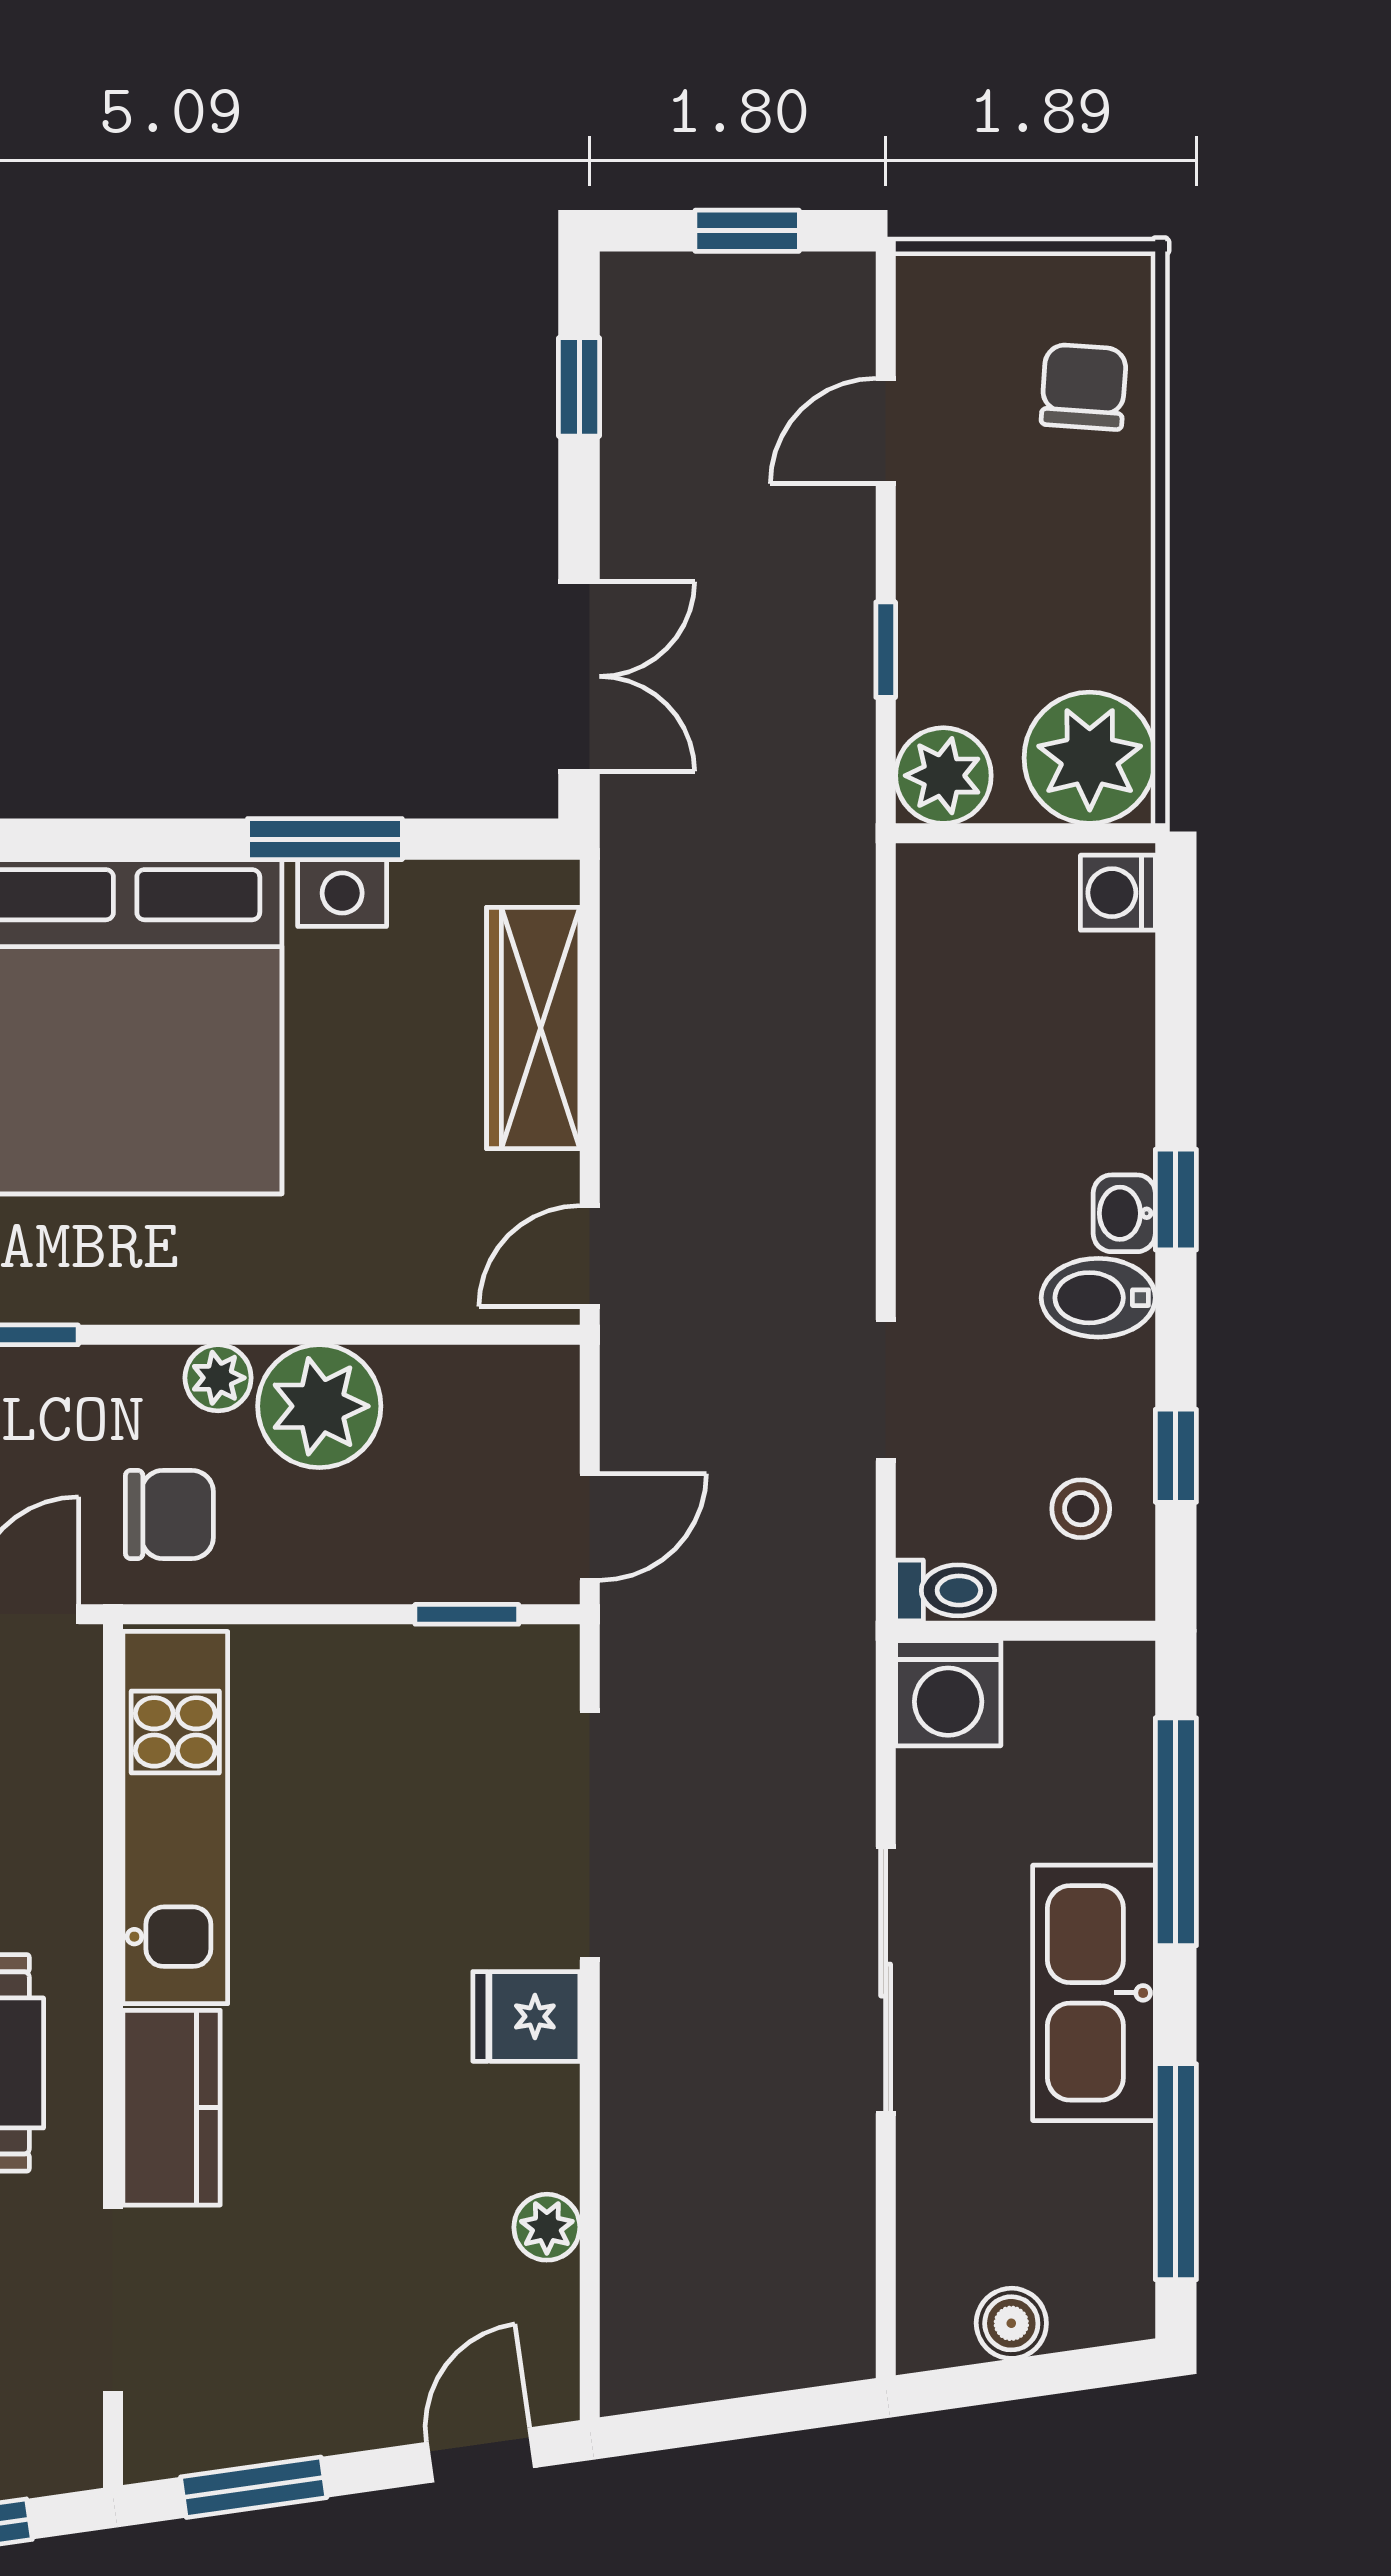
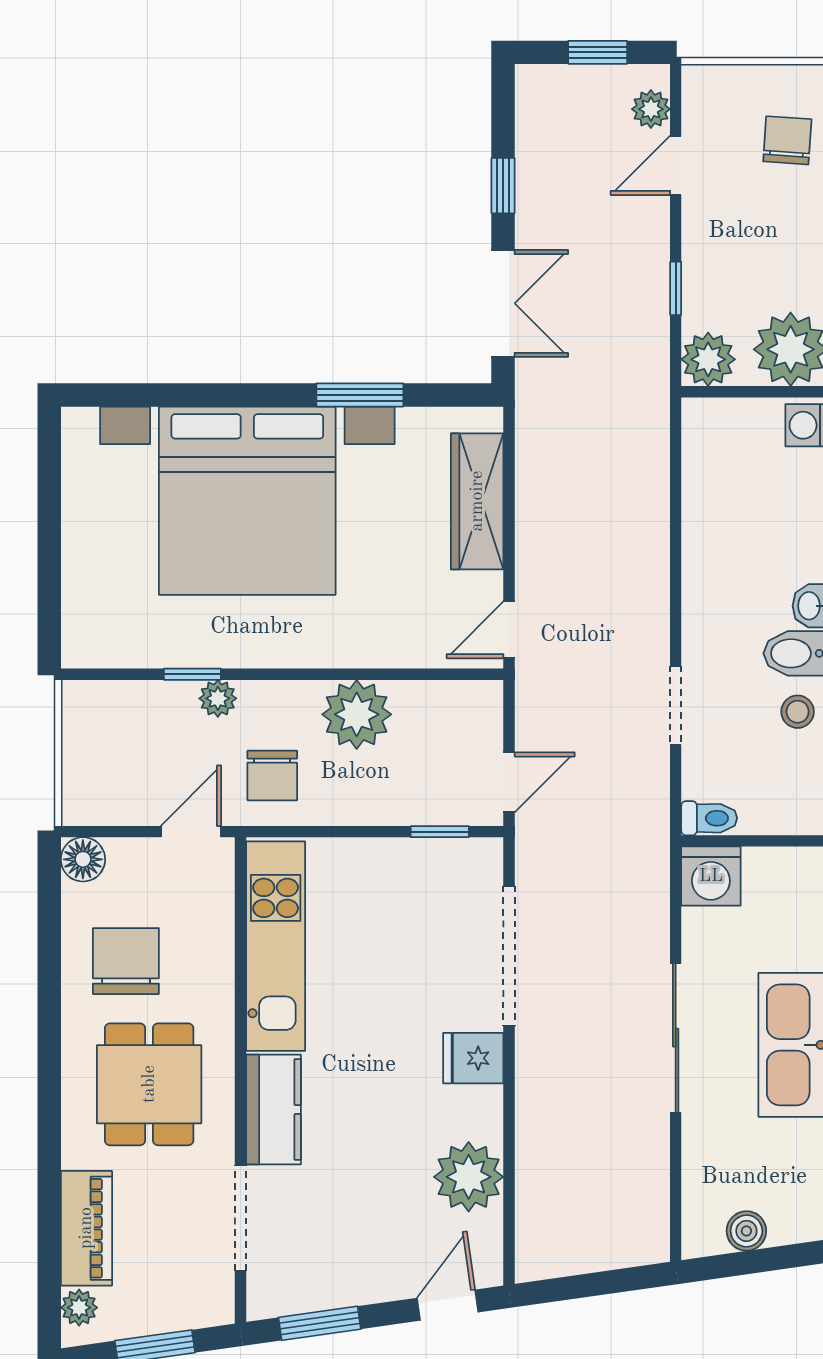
plant: (842, 331) -> (651, 109), added
window: (579, 387) -> (503, 186), moved
plant: (218, 1378) -> (218, 698), moved
stool: (1081, 1509) -> (798, 712), moved
chair: (169, 1515) -> (272, 775), turned 90
plant: (547, 2227) -> (469, 1177), width x1.88, depth x1.88

